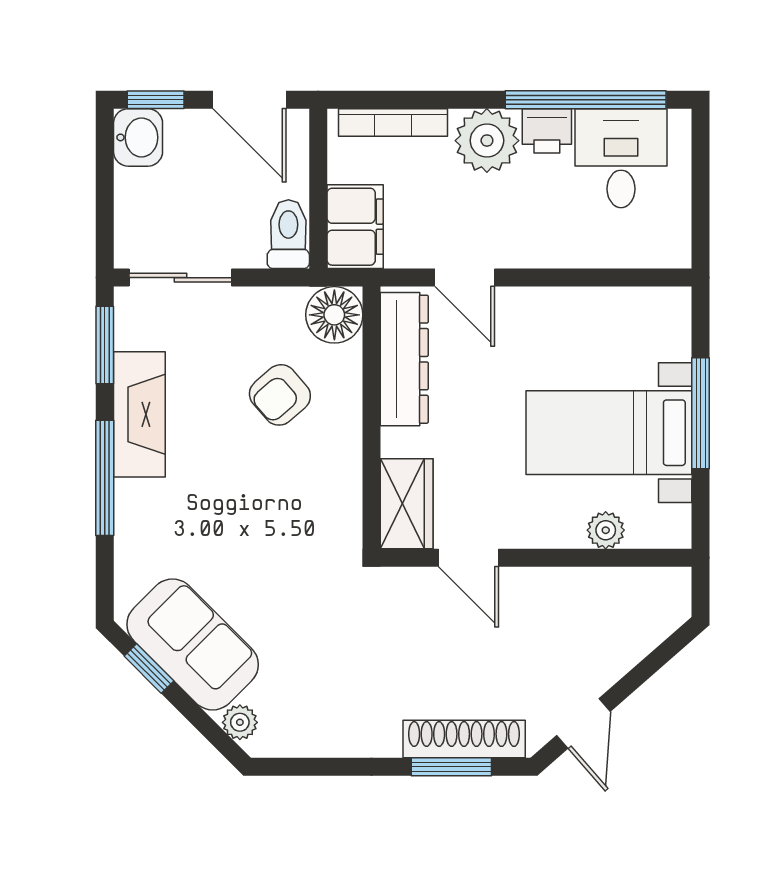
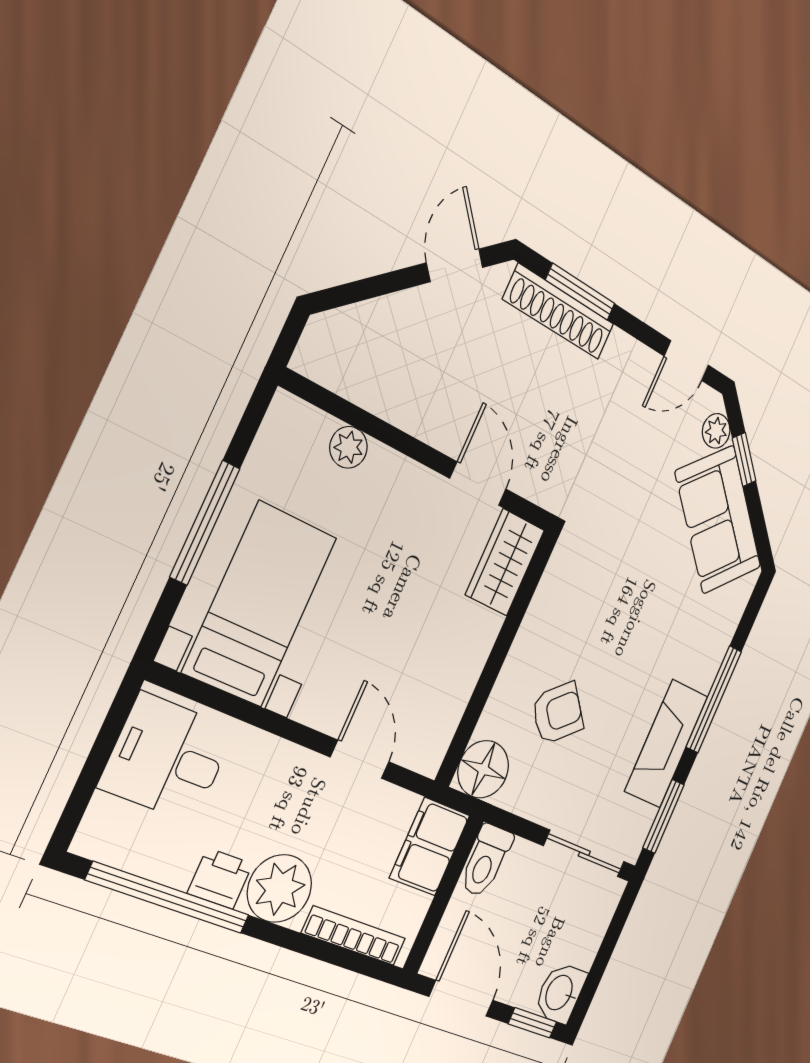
desk: (621, 158) -> (167, 758), moved, turned 90
dresser: (404, 359) -> (446, 702), removed
bed with nightstands: (609, 433) -> (260, 604), moved, turned -90
window: (149, 668) -> (744, 460), moved
door: (308, 767) -> (686, 361), added

